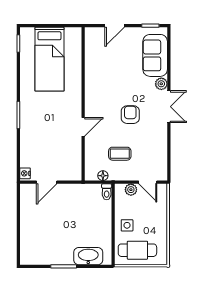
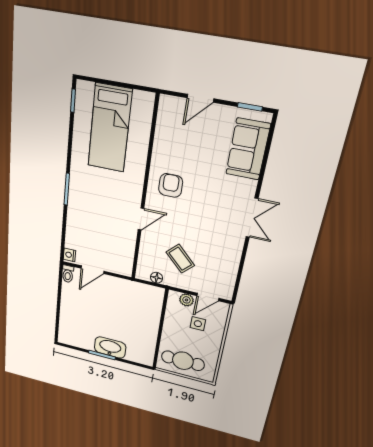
plant: (161, 84) -> (248, 188), removed
armchair: (130, 115) -> (171, 185), moved
coffee table: (120, 154) -> (180, 259), turned 45
door: (148, 182) -> (208, 297), hinge flipped
toilet: (107, 192) -> (68, 274), moved
side table: (127, 225) -> (198, 324), moved
washbasin: (88, 256) -> (110, 348), moved

